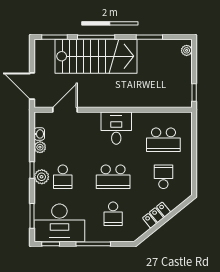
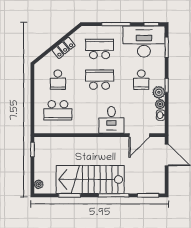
stairs: (96, 56) -> (90, 179), moved
desk: (116, 128) -> (111, 120), moved
school desk: (163, 140) -> (58, 110), turned 180
plant: (42, 177) -> (159, 92), moved
school desk: (63, 177) -> (141, 80), turned 180
school desk: (113, 214) -> (100, 49), width x1.85

